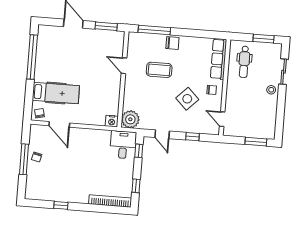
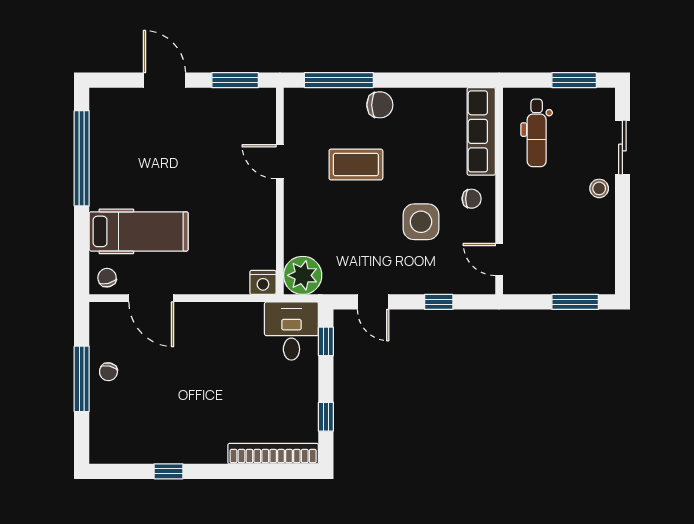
side table: (187, 99) -> (421, 222), turned 45

